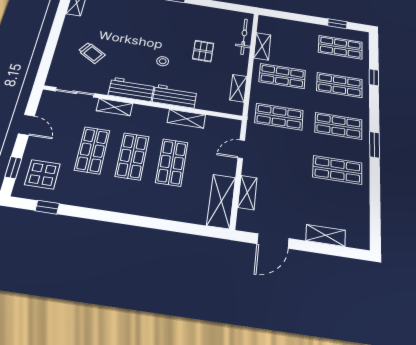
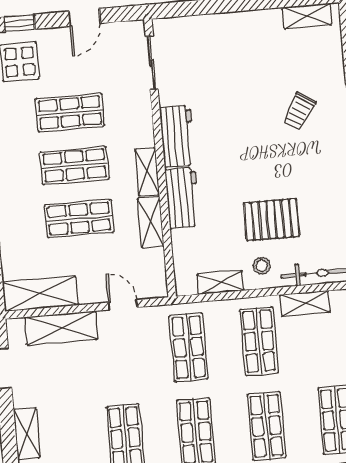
pallet: (203, 51) -> (271, 220), width x1.50, depth x1.42
trolley: (92, 53) -> (299, 111), moved
stool: (163, 61) -> (262, 266), moved
shelving: (115, 107) -> (147, 172), moved
shelving: (247, 193) -> (61, 328), width x1.50, depth x1.33

